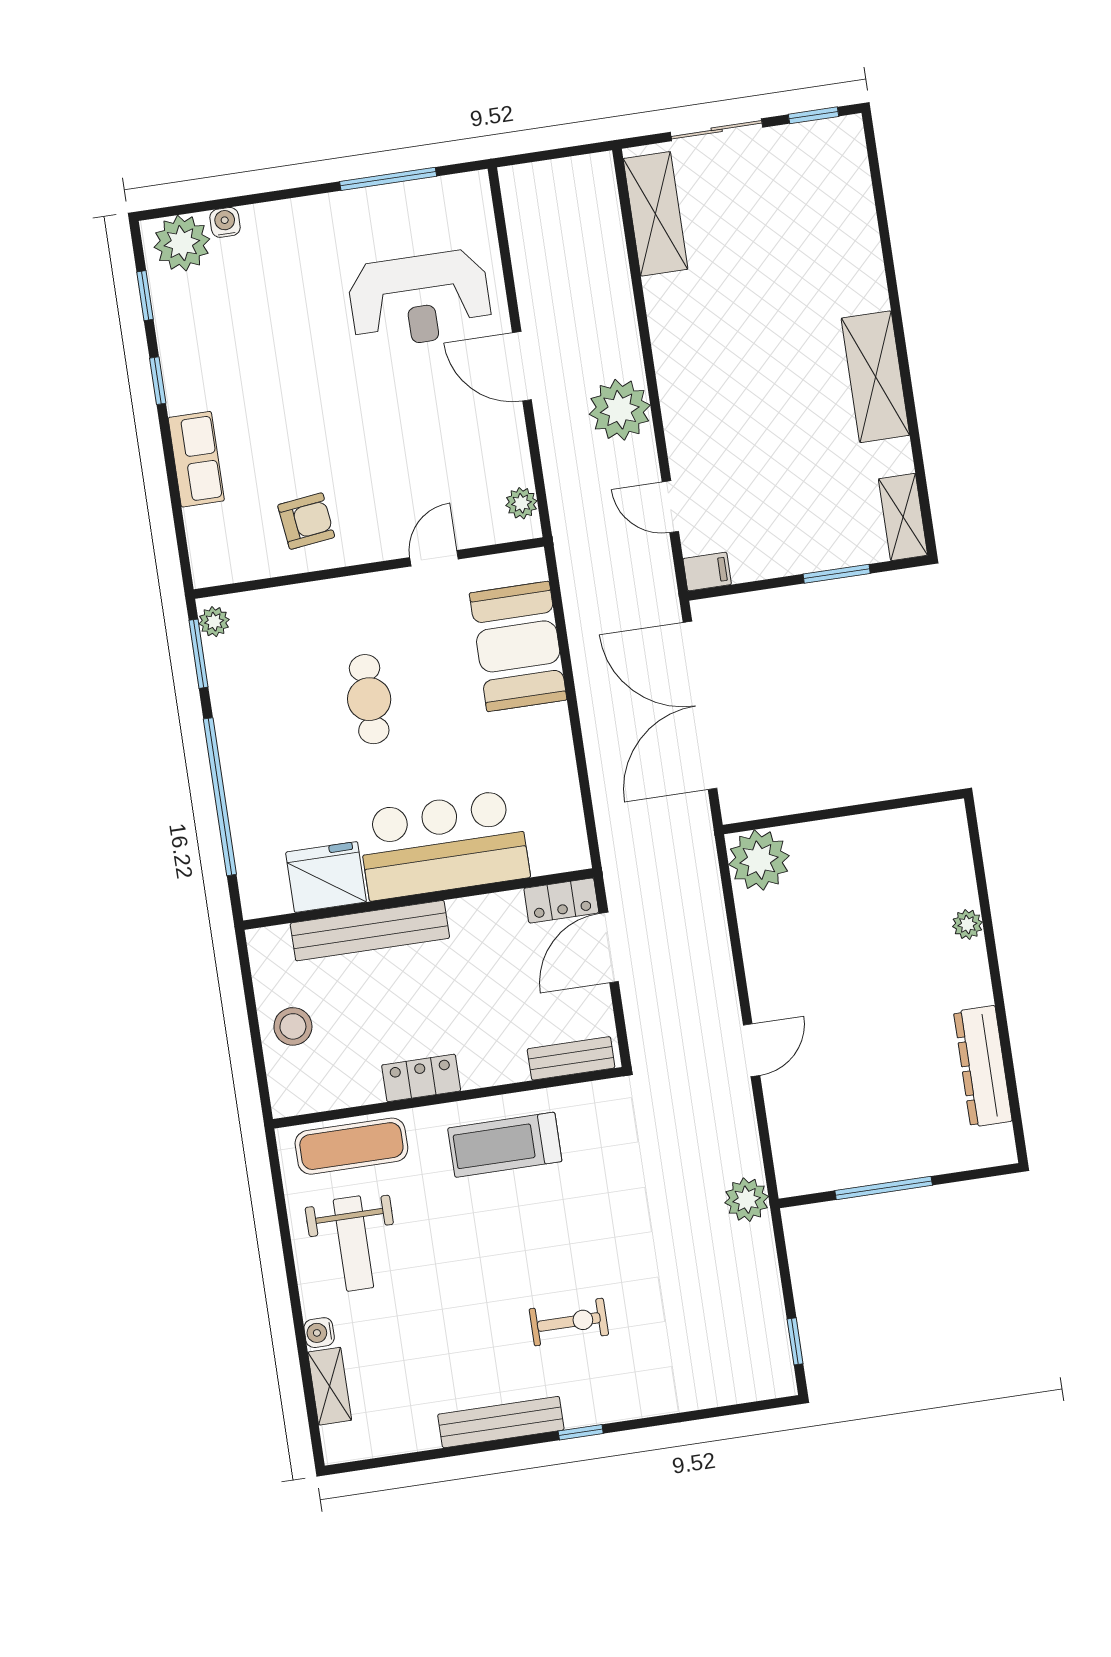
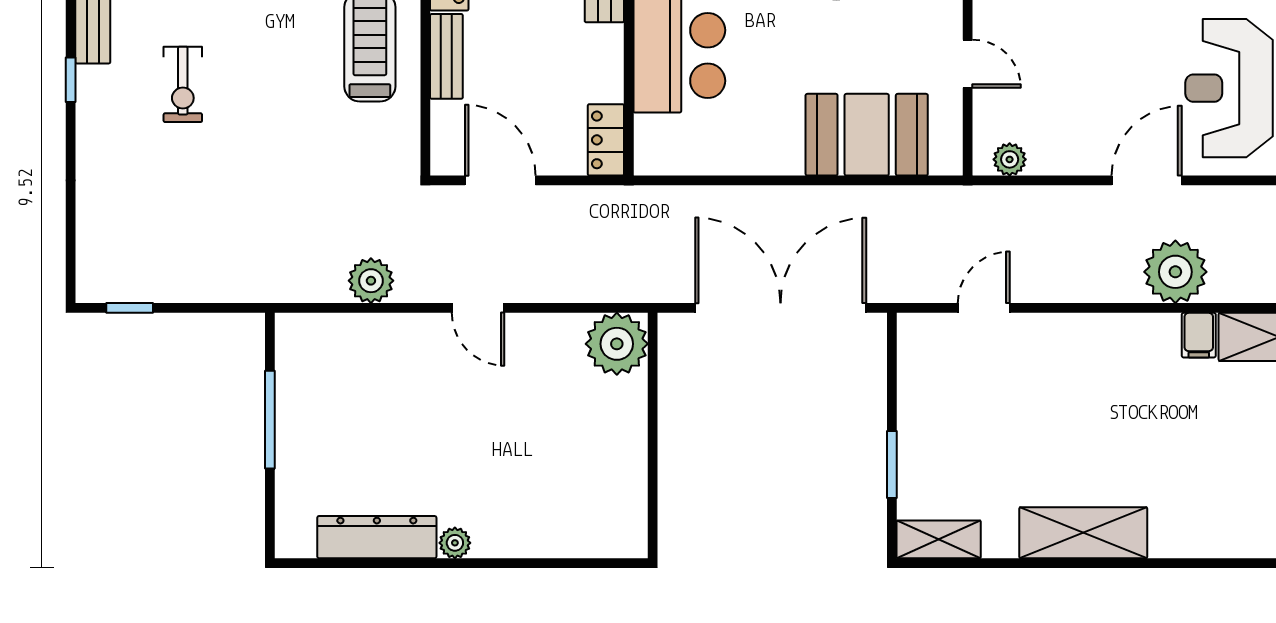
plant: (620, 410) -> (1175, 272), moved
filing cabinet: (707, 572) -> (1199, 335), moved
plant: (967, 924) -> (455, 543), moved
door: (609, 948) -> (500, 180), moved
door: (752, 1050) -> (478, 308), moved
bench: (571, 1058) -> (446, 56), moved
plant: (747, 1200) -> (371, 281), moved

